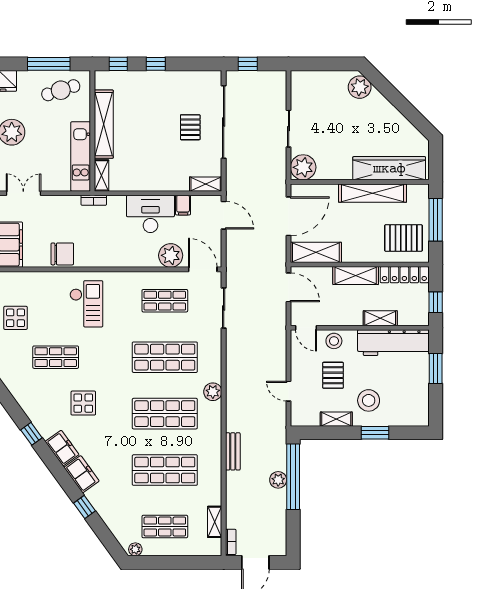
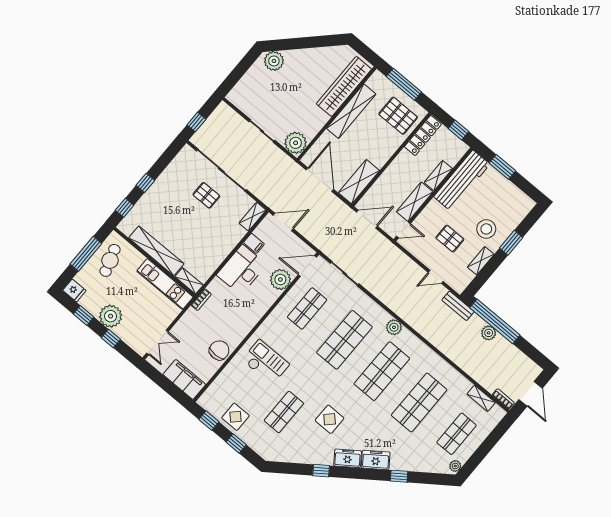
double door: (23, 193) -> (157, 342), swing flipped
pallet: (403, 238) -> (398, 116), turned 90
shelving: (356, 276) -> (415, 202), moved
stool: (334, 341) -> (428, 219), removed
bench: (233, 451) -> (458, 306), moved

